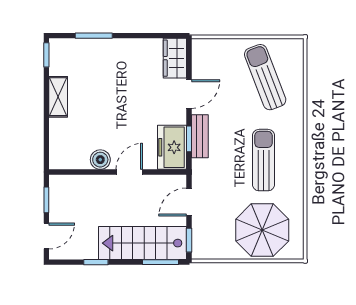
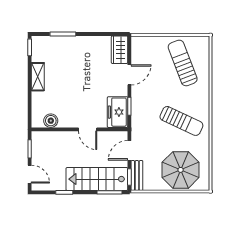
bench: (200, 136) -> (137, 176), moved
boiler: (100, 160) -> (51, 121), moved
sun lounger: (263, 160) -> (181, 121), turned 115
door: (129, 172) -> (88, 129), swing flipped
door: (46, 236) -> (30, 174), hinge flipped

